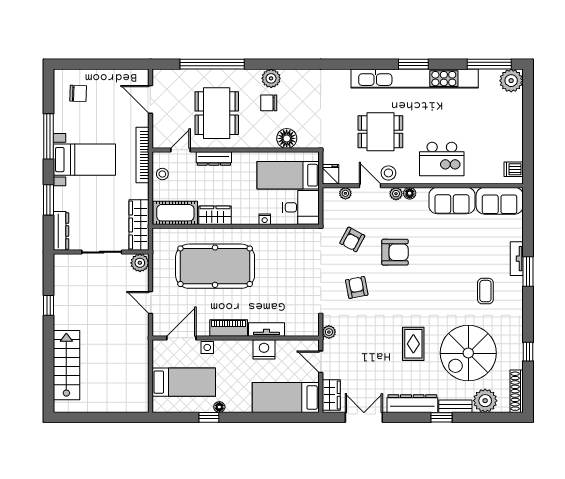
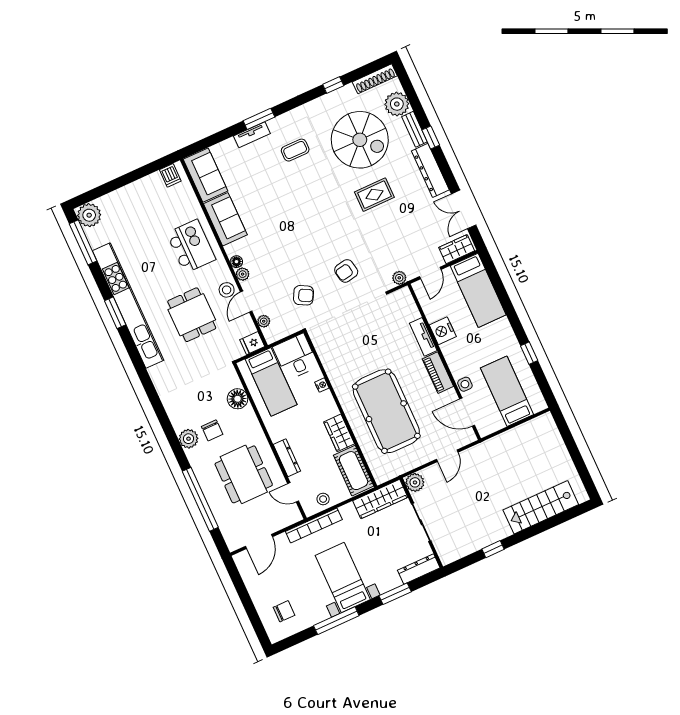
chair: (78, 93) -> (284, 611), turned 88
dining table: (217, 113) -> (244, 474), turned 90
armchair: (395, 252) -> (297, 250), removed
floor lamp: (219, 407) -> (515, 348), removed

